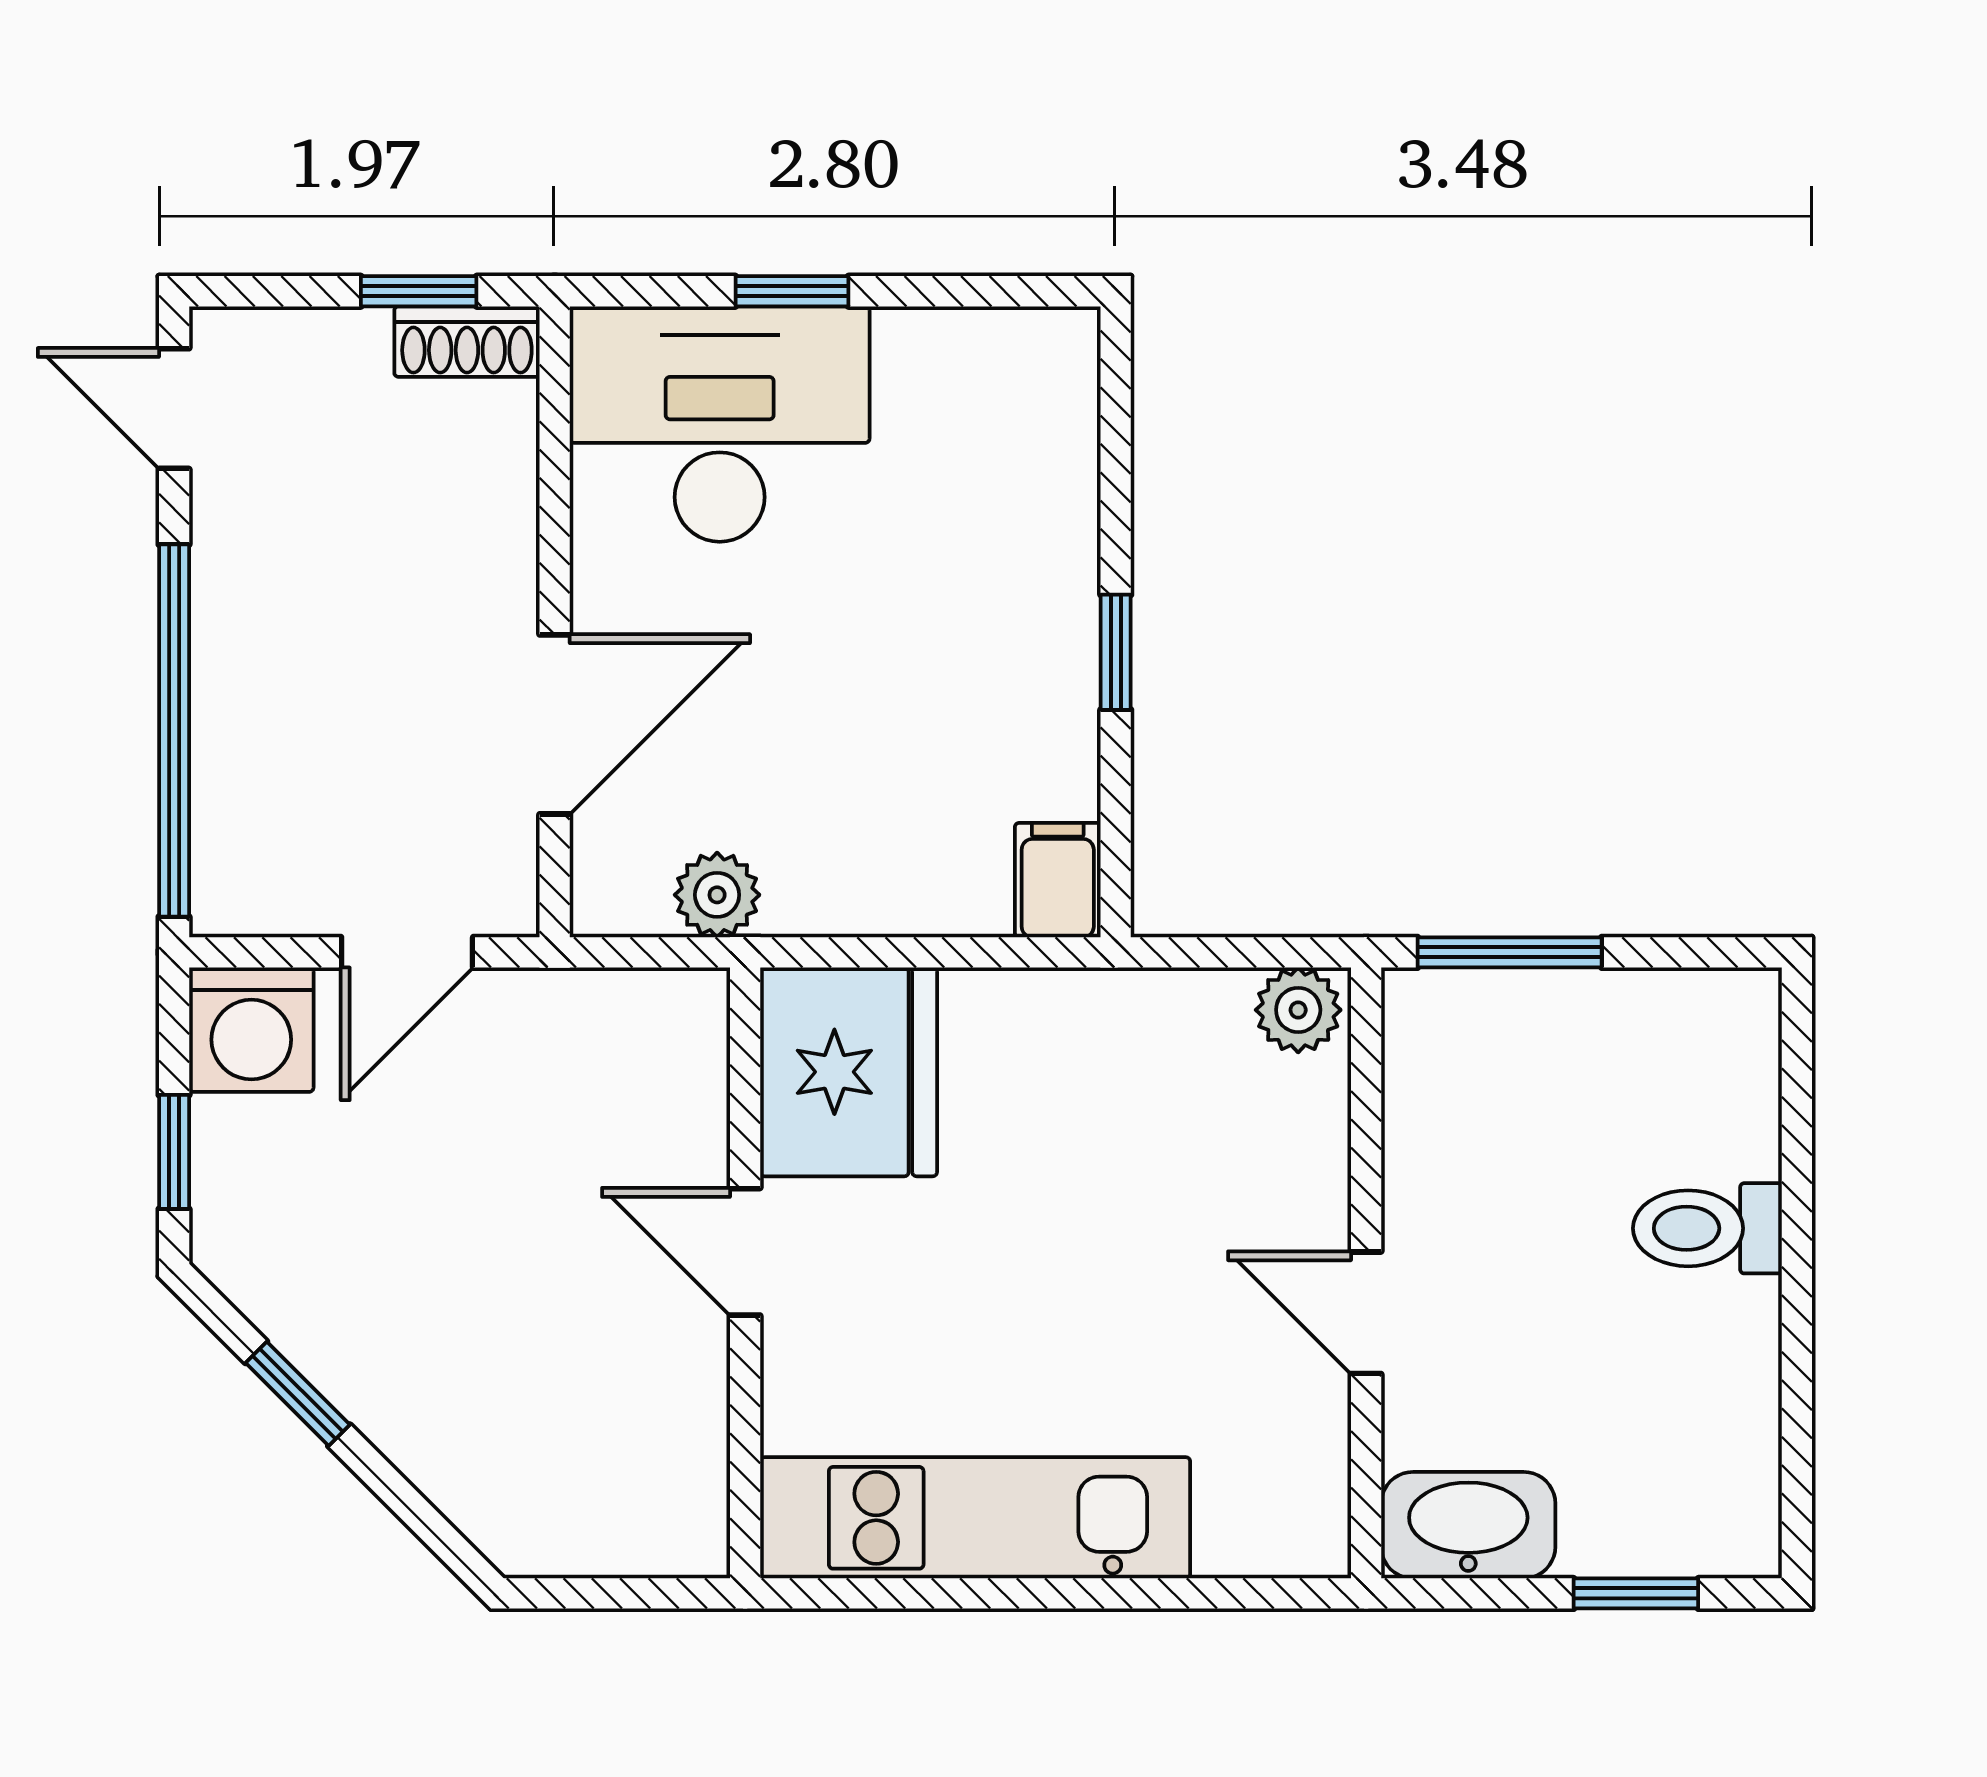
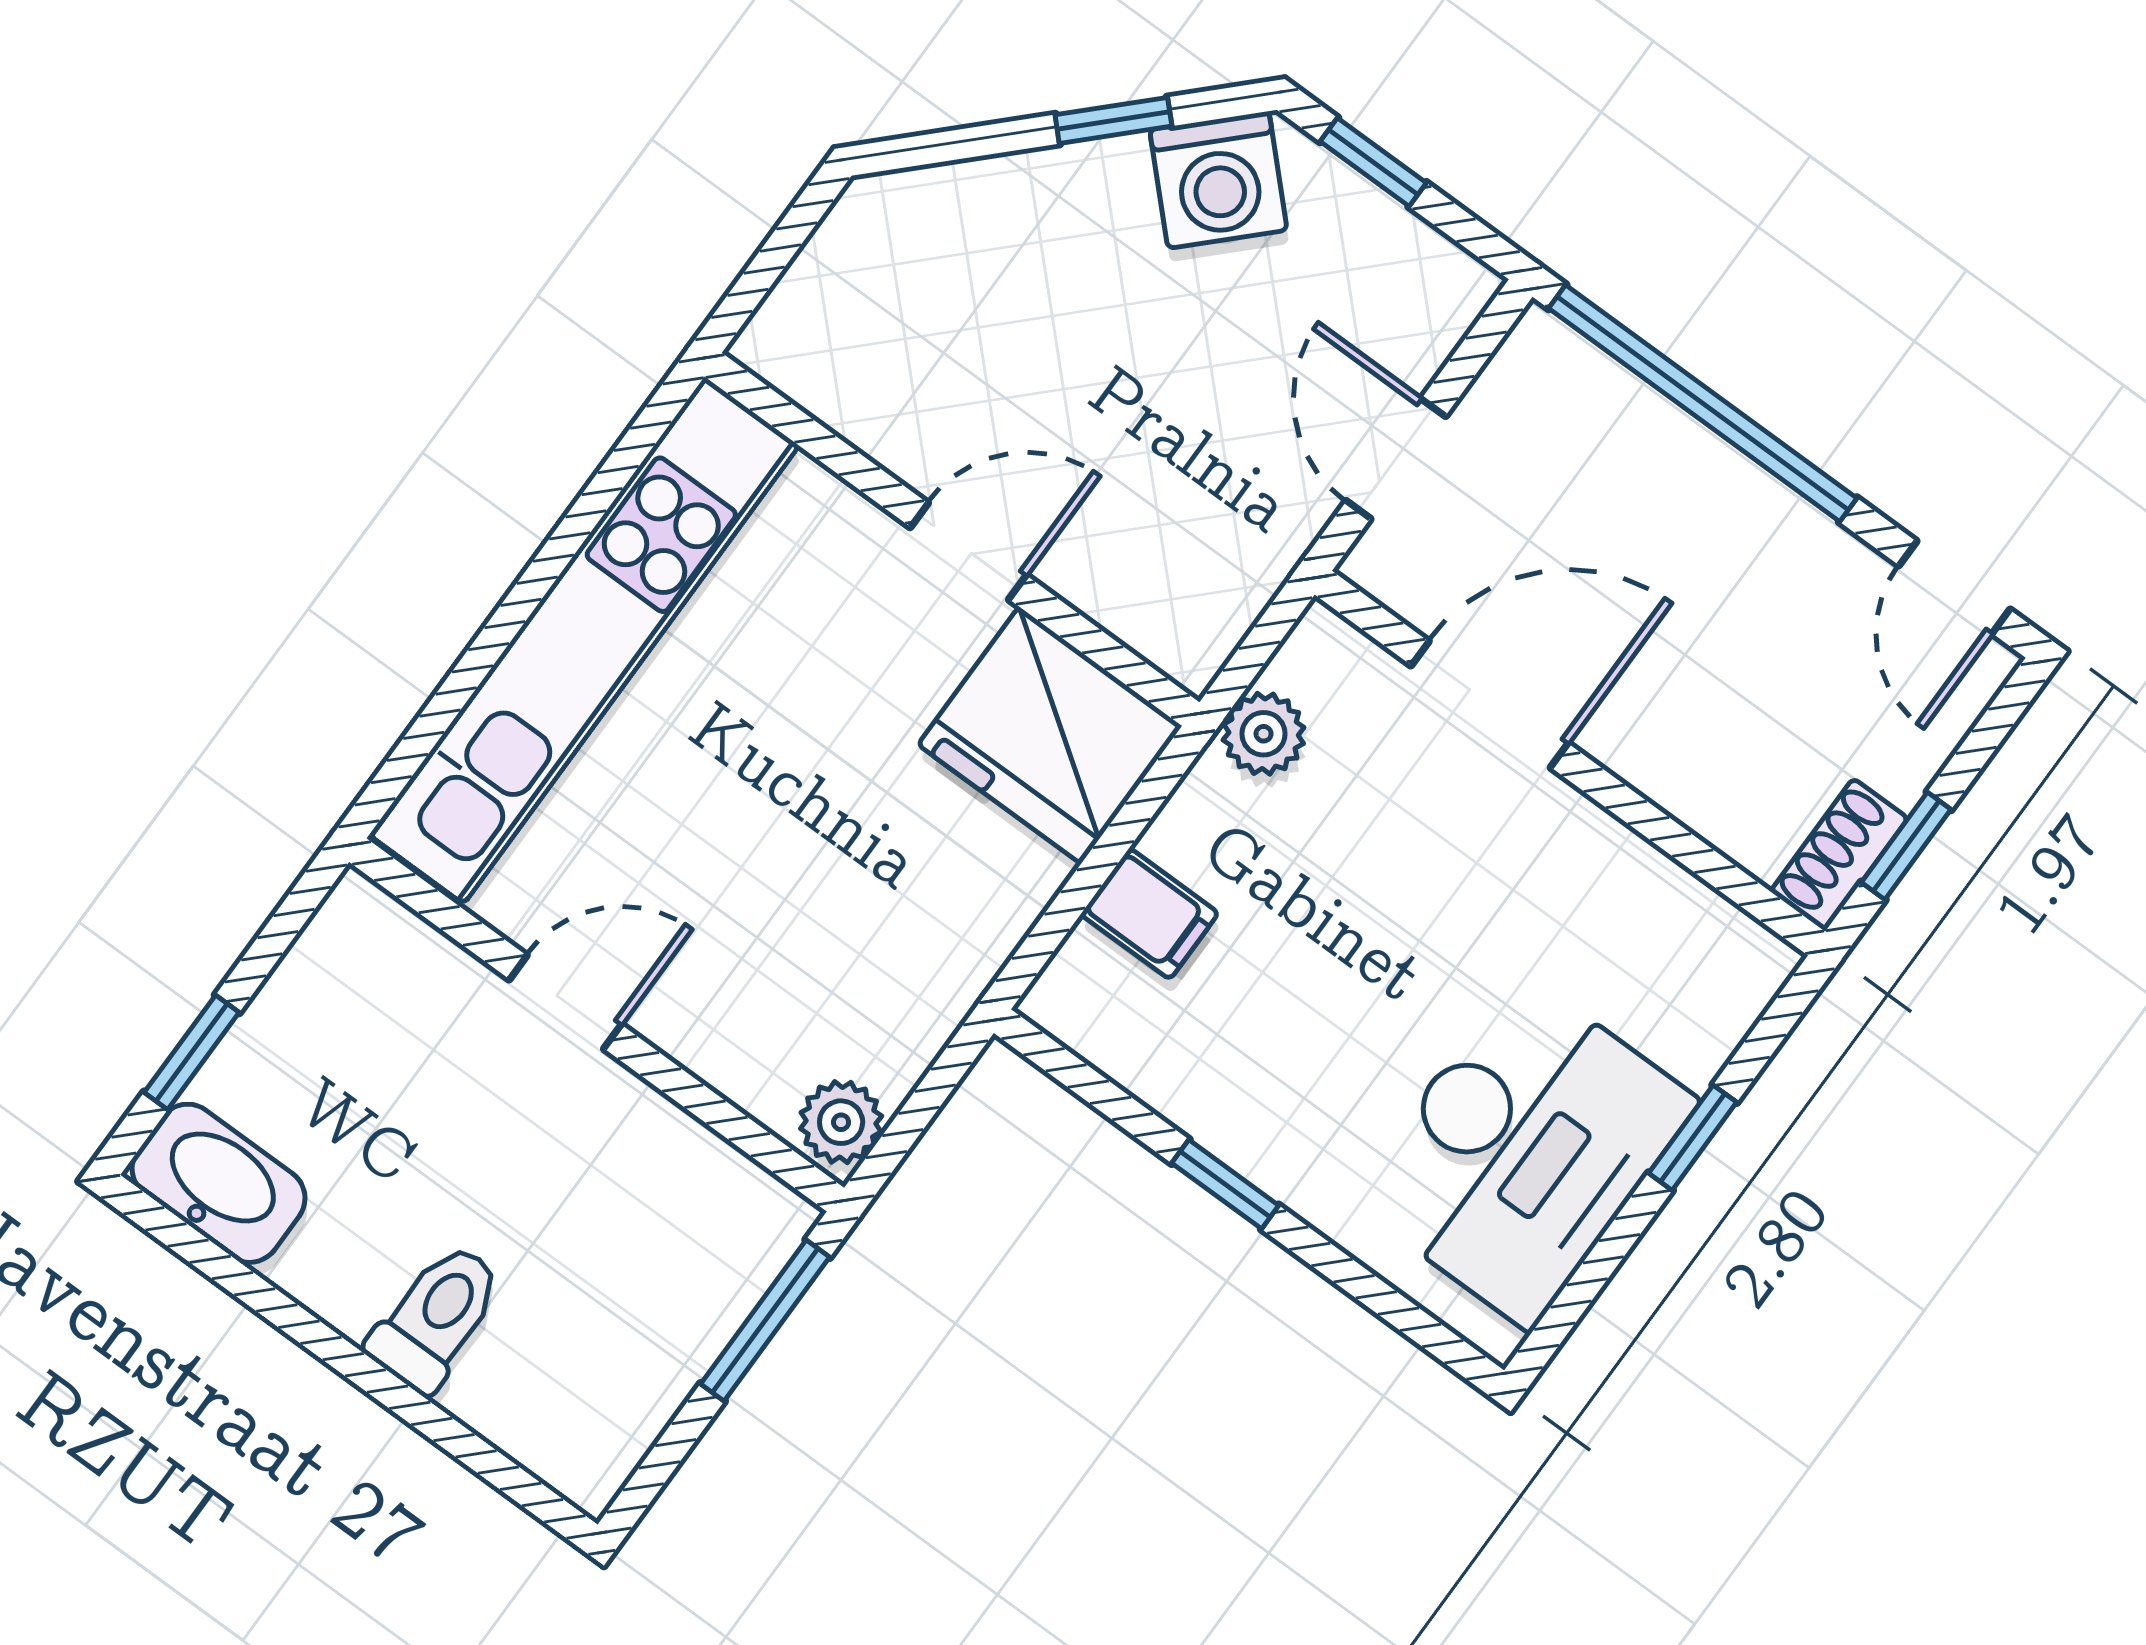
door: (174, 409) -> (1954, 588), swing flipped
desk: (720, 424) -> (1524, 1150), moved
door: (555, 724) -> (1490, 704), swing flipped
filing cabinet: (1058, 880) -> (1150, 914), moved
washing machine: (251, 1030) -> (1218, 180), moved, turned -135
kitchen unit: (975, 1518) -> (584, 640), width x1.36
washbasin: (1468, 1525) -> (219, 1183), moved, turned -90

